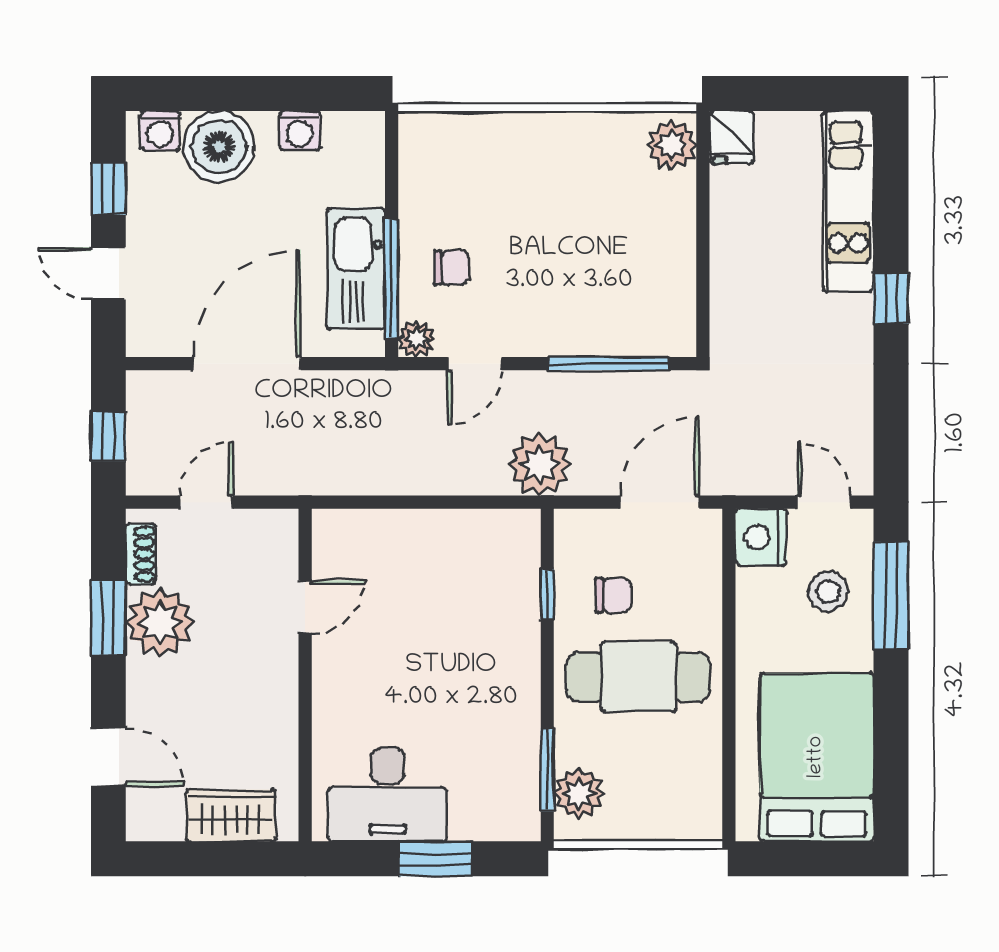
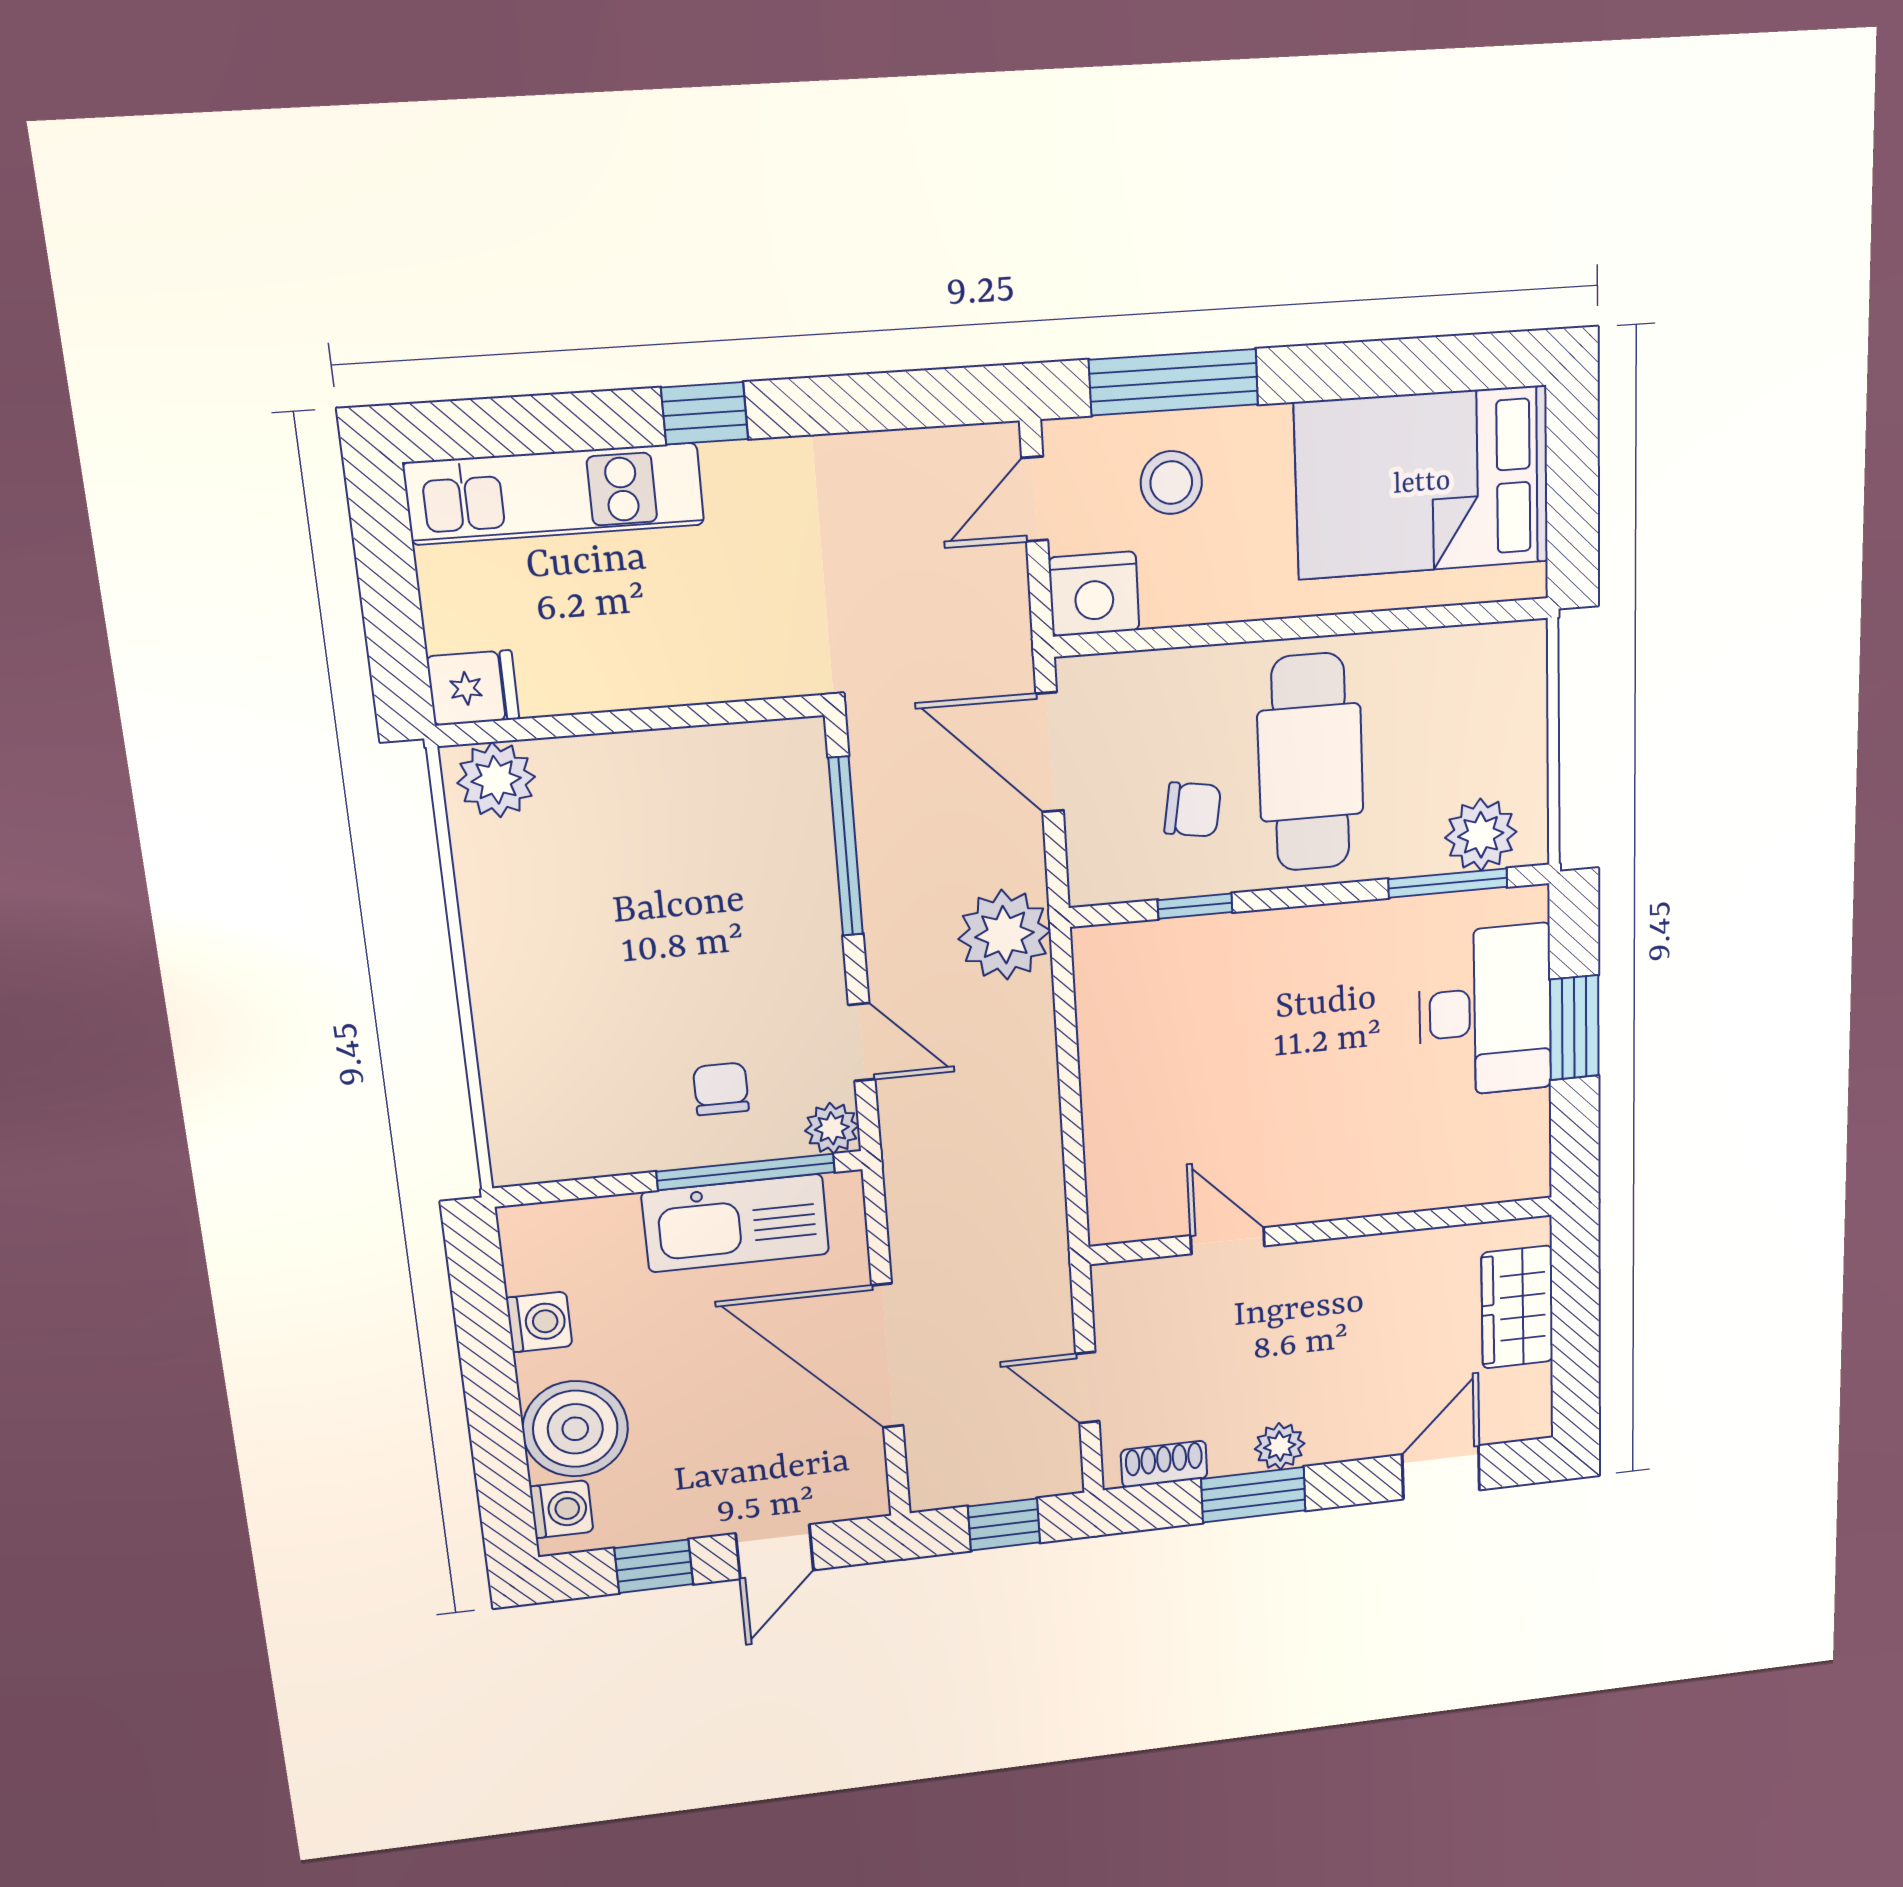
chair: (613, 596) -> (1193, 810), turned 99
plant: (160, 622) -> (1280, 1446), width x0.53, depth x0.53
desk: (388, 795) -> (1485, 1011), moved

